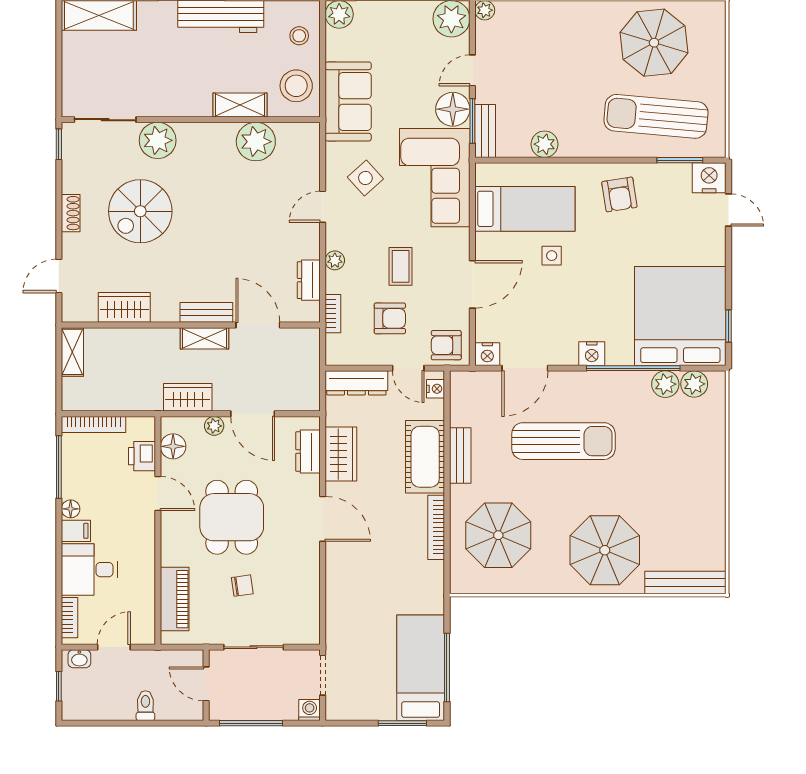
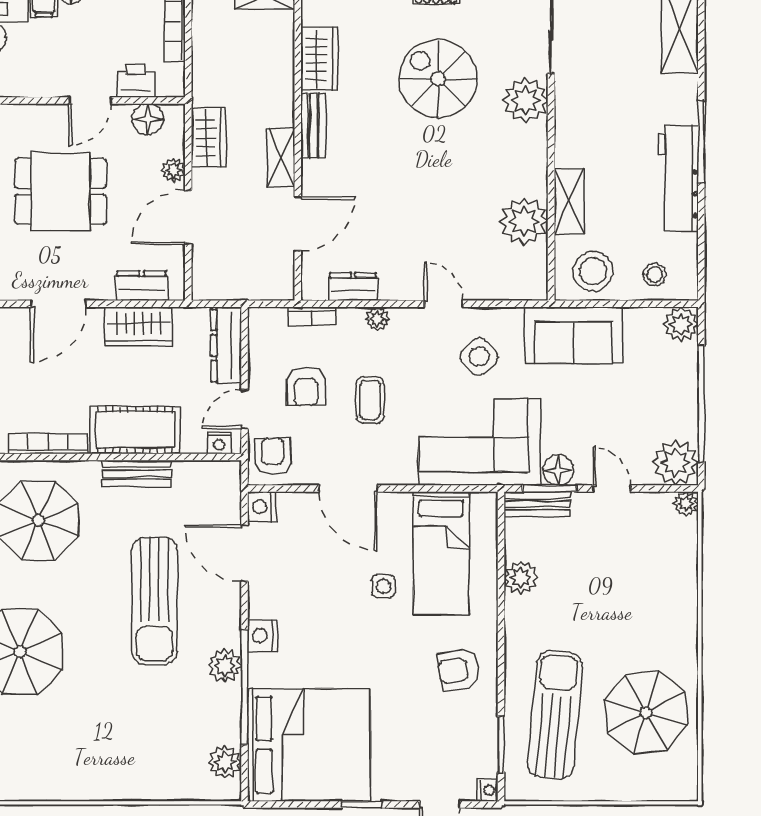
floor lamp: (453, 109) -> (558, 470), width x0.73, depth x0.73
nightstand: (709, 178) -> (488, 790), width x0.53, depth x0.56
coffee table: (401, 266) -> (370, 400), turned 90
bench: (206, 312) -> (313, 126), moved
window: (728, 326) -> (361, 804), moved
plant: (665, 384) -> (225, 666), moved

